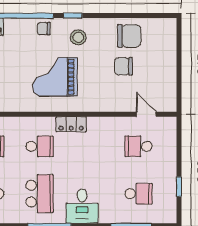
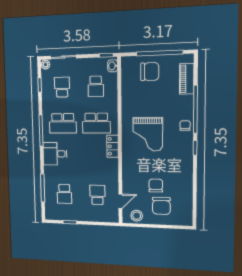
chair: (129, 36) -> (161, 206), moved
stool: (78, 37) -> (137, 216), moved
grand piano: (55, 77) -> (148, 134), turned 180
school desk: (40, 146) -> (96, 123), width x1.85

